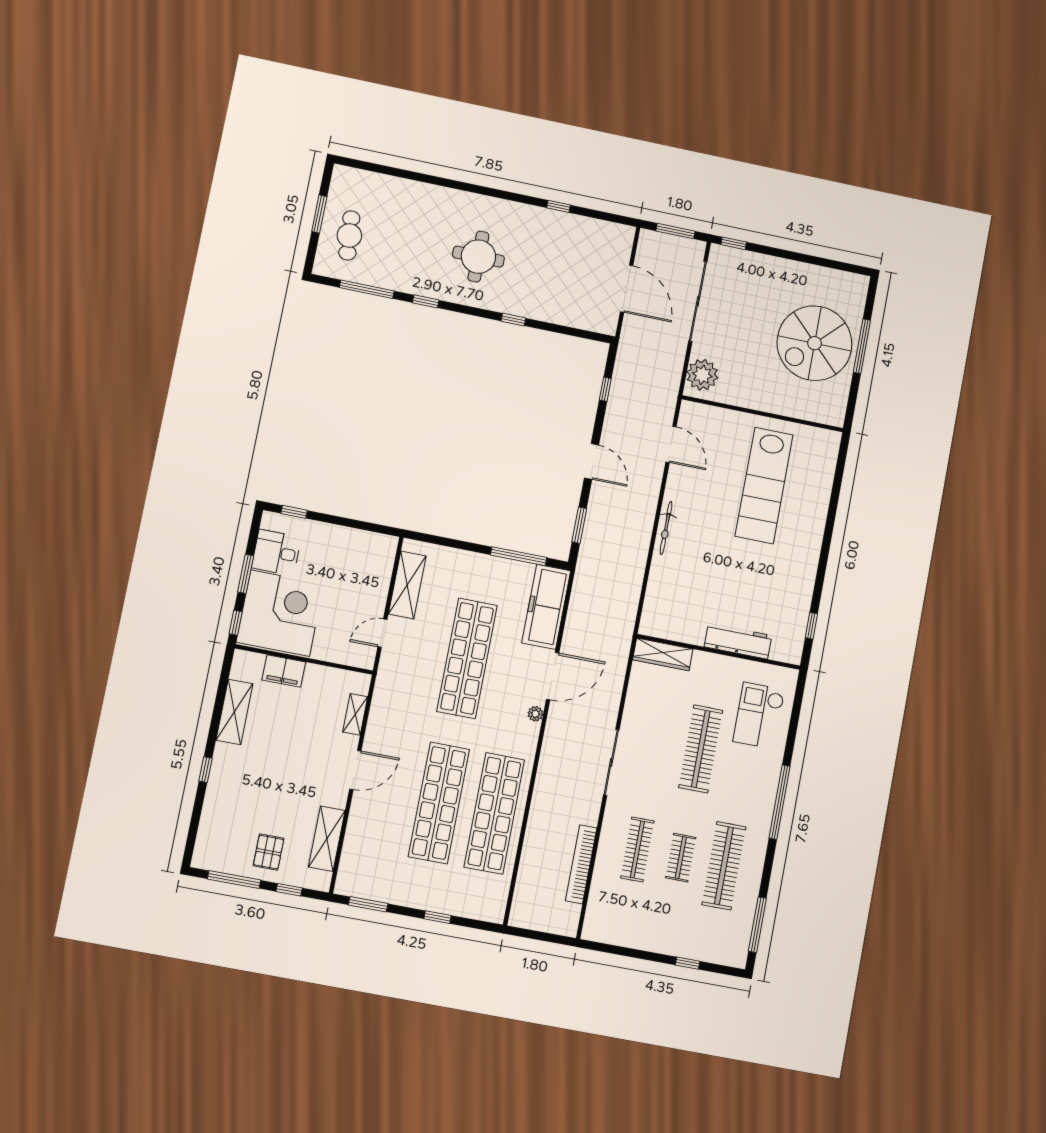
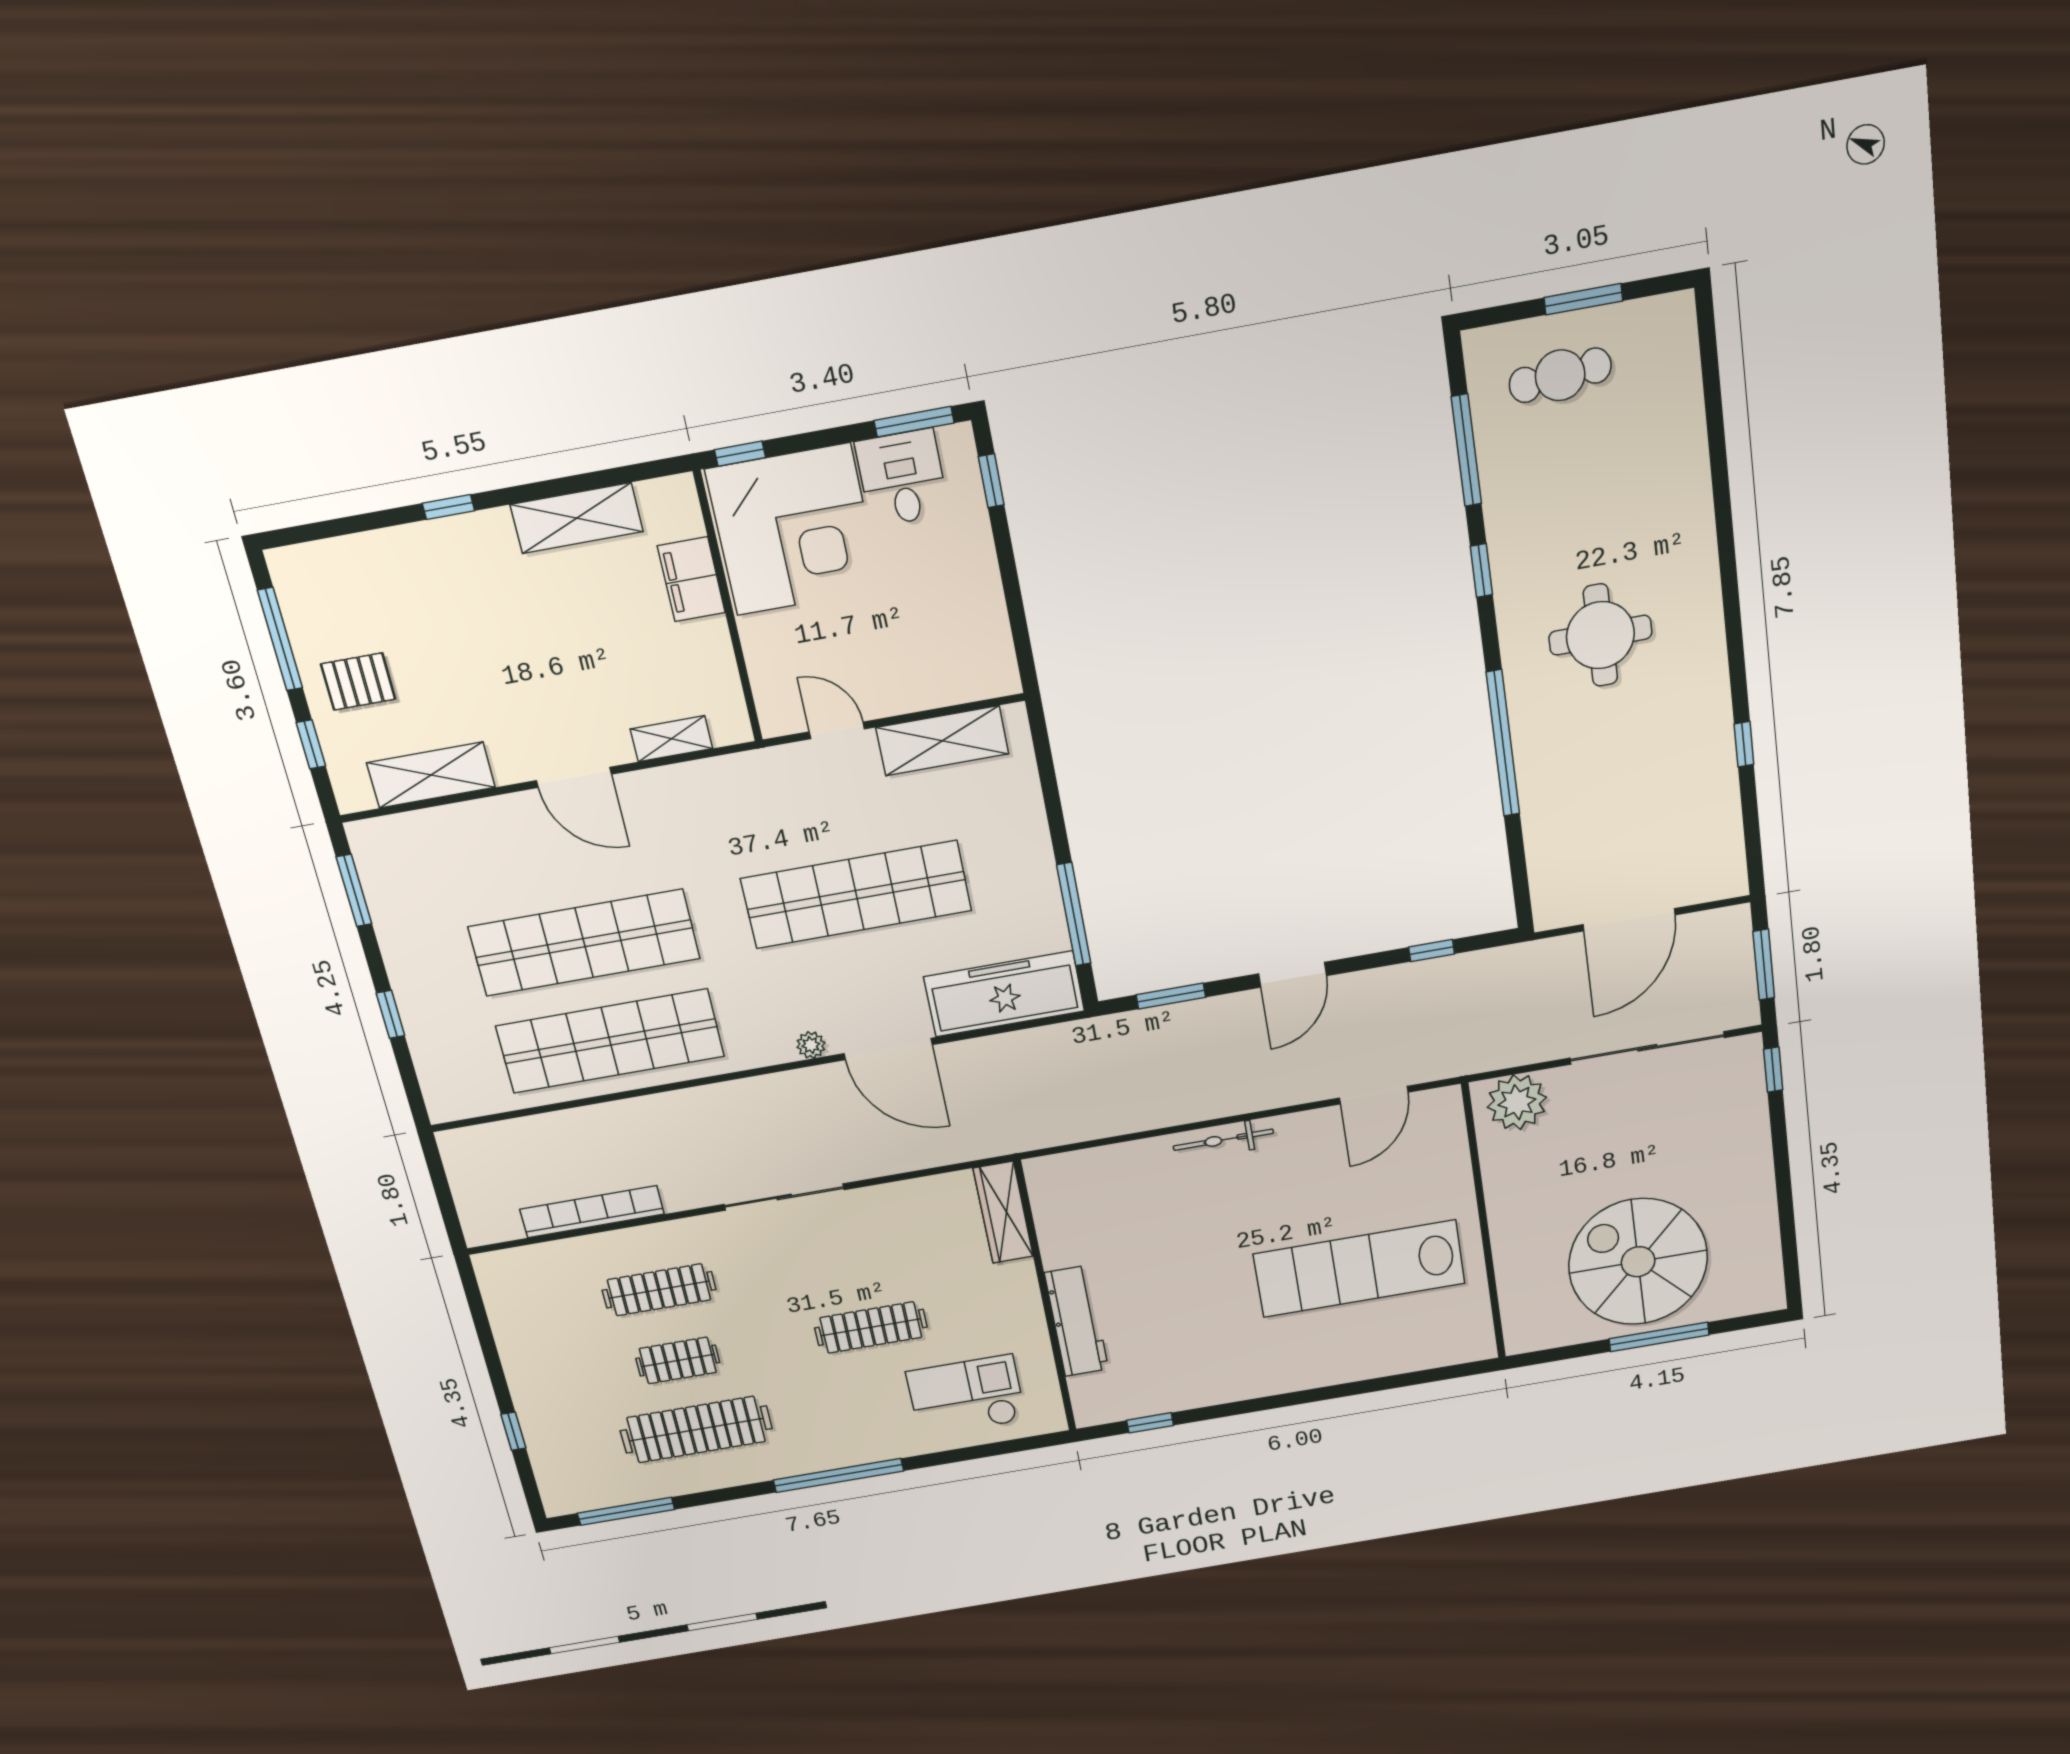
window: (513, 320) -> (1503, 743), width x3.17
window: (246, 574) -> (914, 422), moved
clothes rail: (701, 749) -> (871, 1327), width x0.73, depth x0.76

